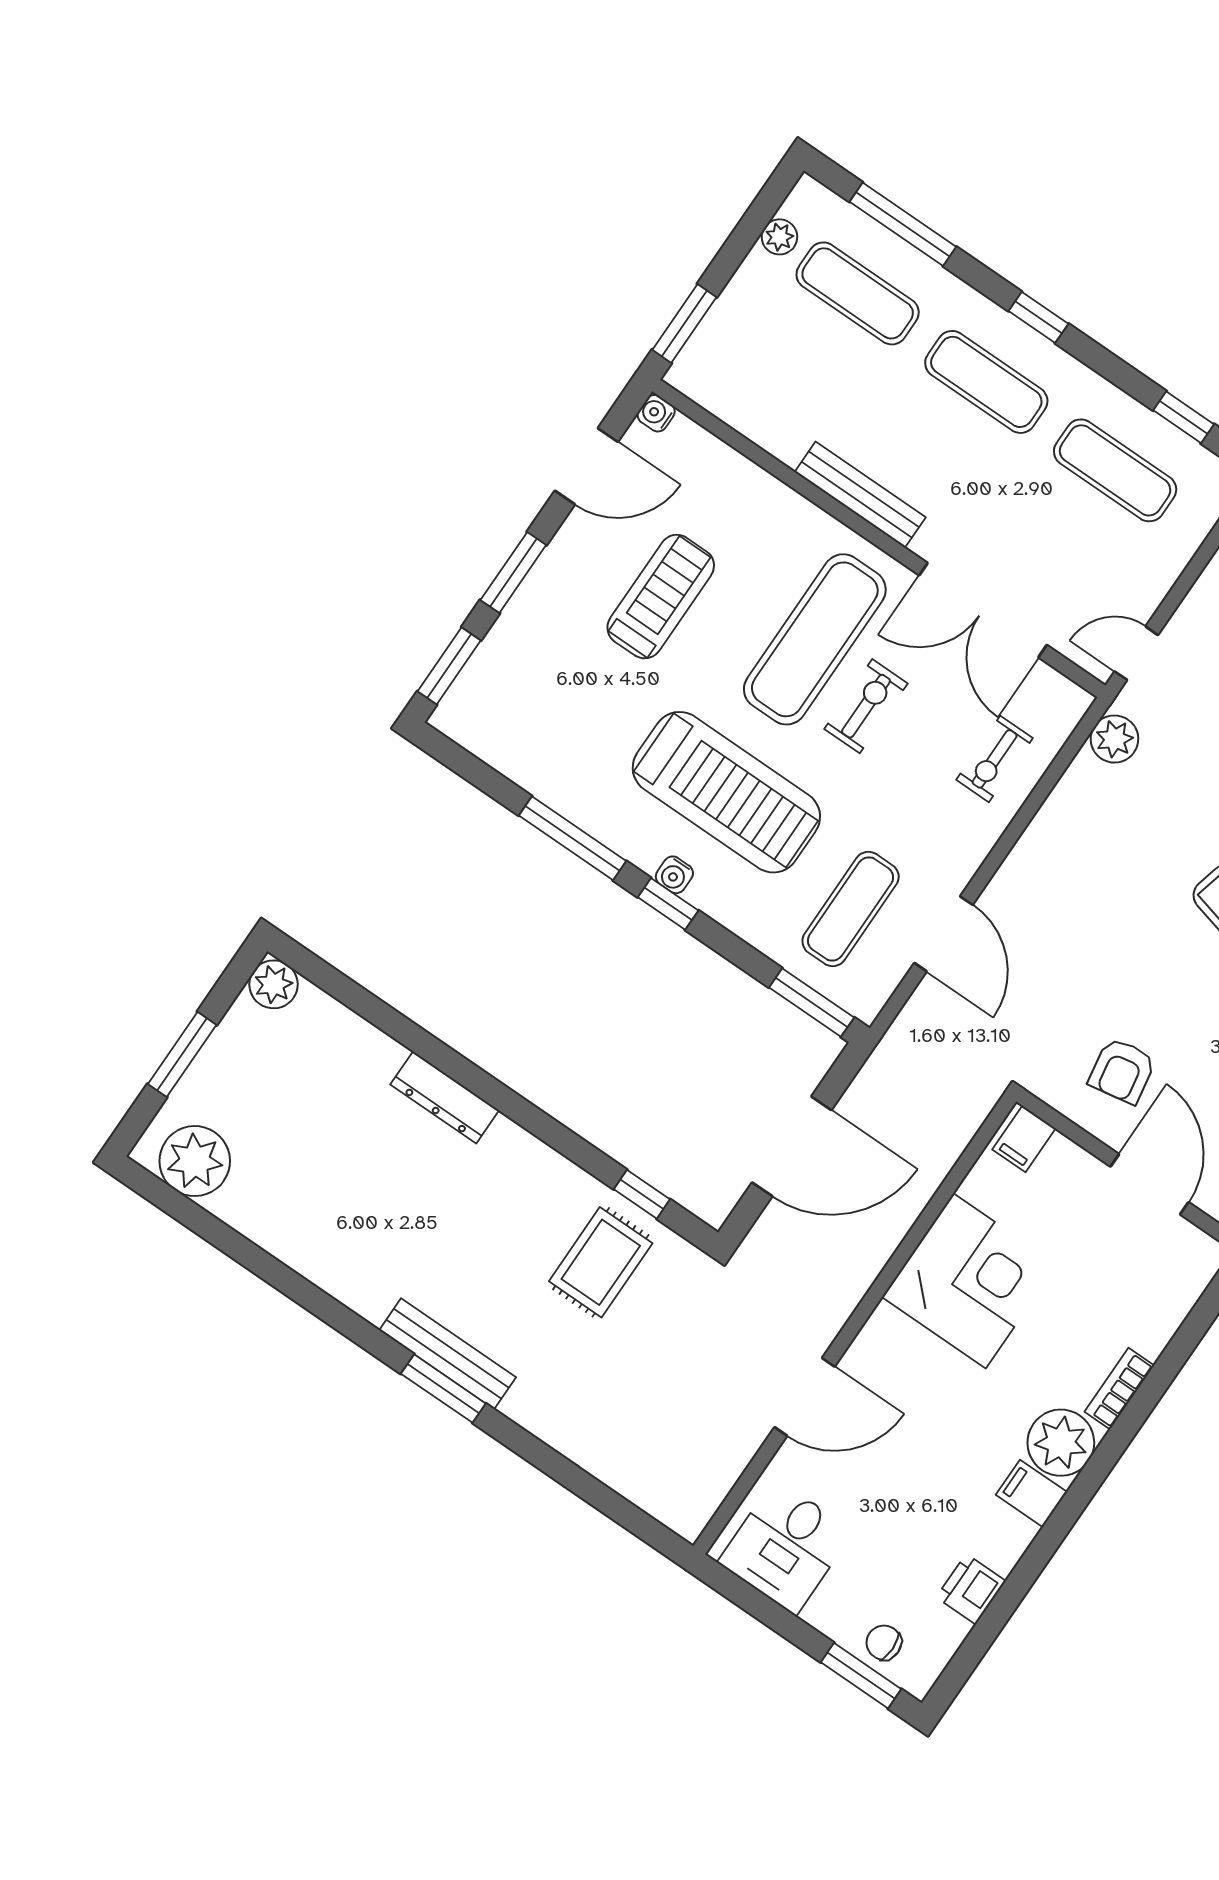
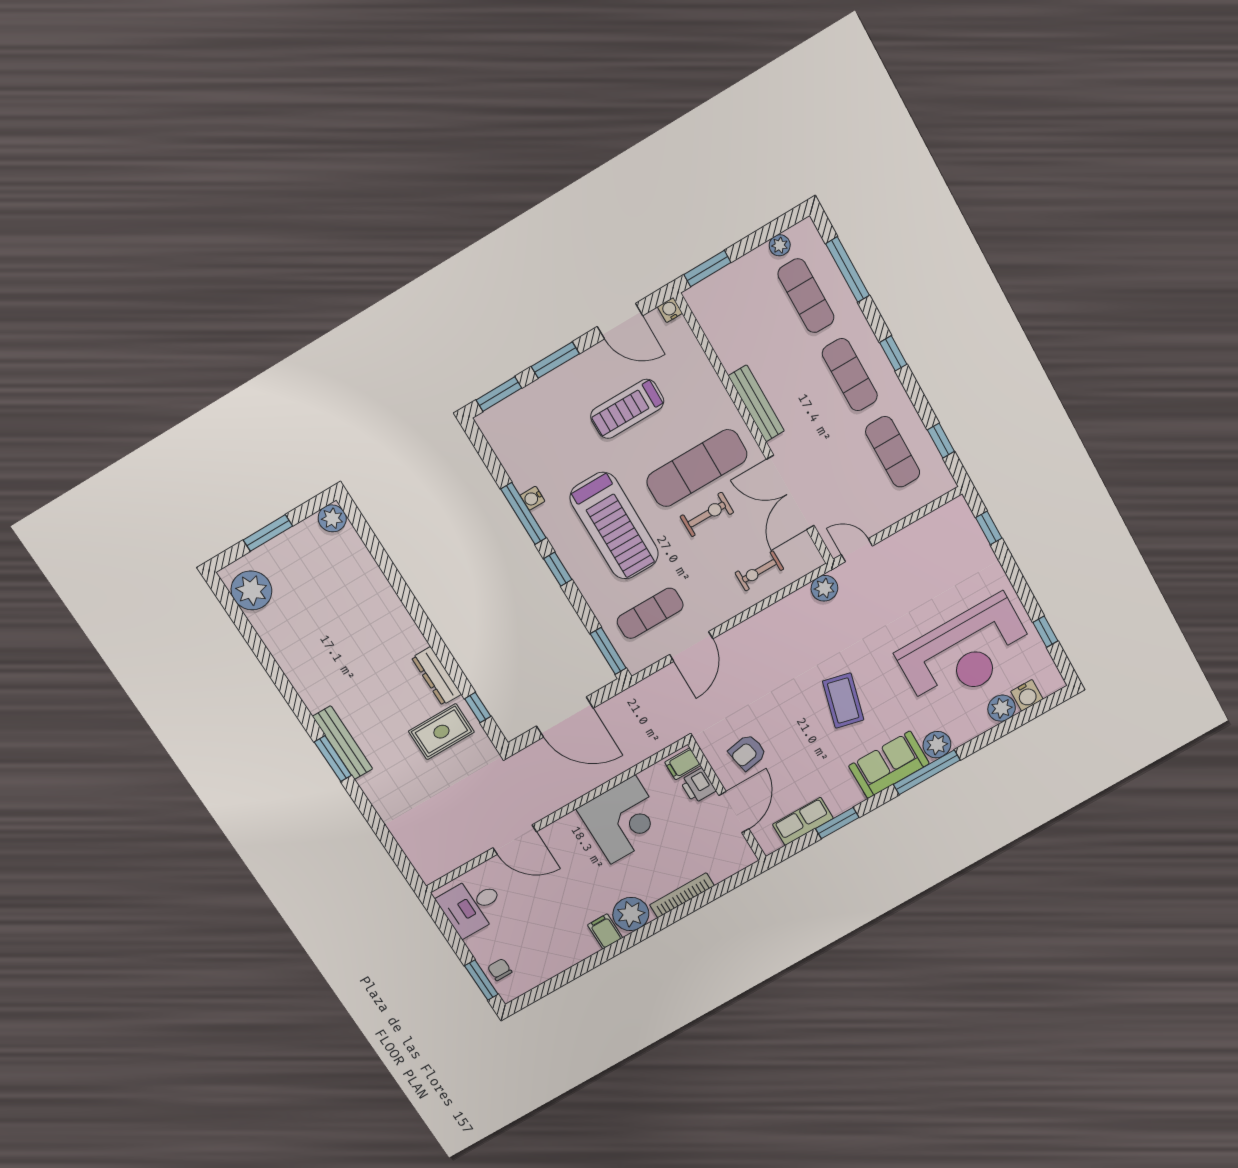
treadmill: (661, 597) -> (627, 409), turned 180
water cooler: (674, 875) -> (532, 498), moved
dresser: (445, 1097) -> (436, 676), moved
bookcase: (1119, 1389) -> (682, 895), width x1.56
printer: (971, 1589) -> (698, 786), moved, turned -90

